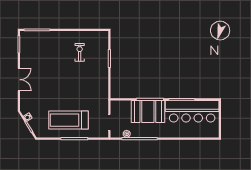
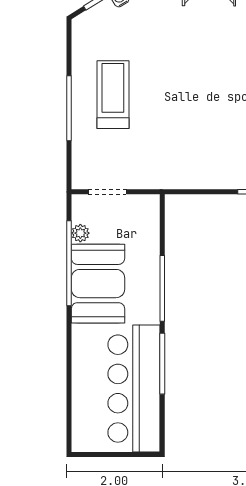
booth: (148, 111) -> (98, 284), moved
treadmill: (68, 120) -> (113, 95), width x0.73, depth x0.73

